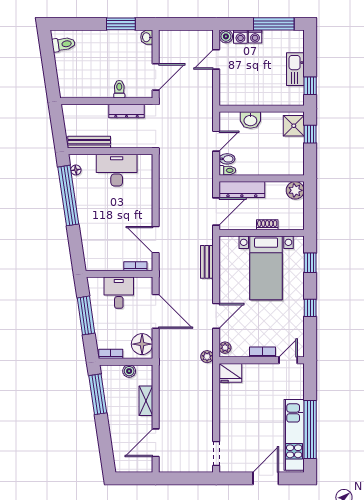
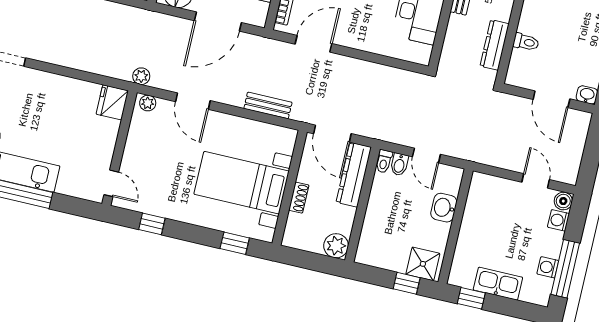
washing machine: (255, 37) -> (548, 267), moved
door: (156, 77) -> (551, 99), moved
window: (310, 308) -> (152, 224), moved
bookcase: (263, 352) -> (130, 152), removed

